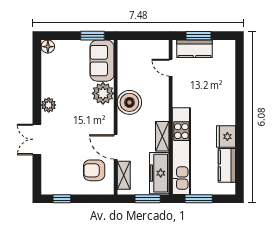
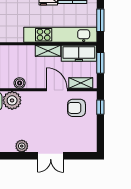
boiler: (129, 102) -> (20, 83), width x0.54, depth x0.54
door: (116, 147) -> (57, 90), swing flipped
armchair: (94, 170) -> (76, 108), turned 90
window: (62, 199) -> (100, 107), moved

